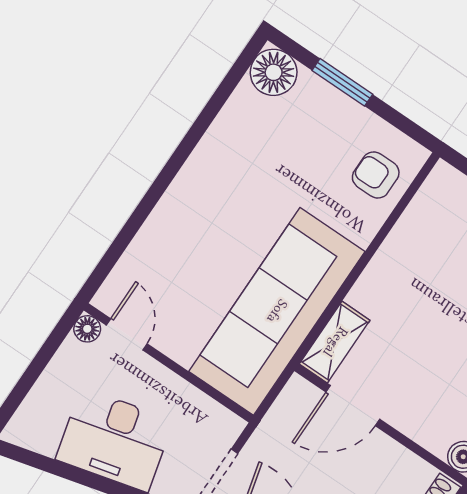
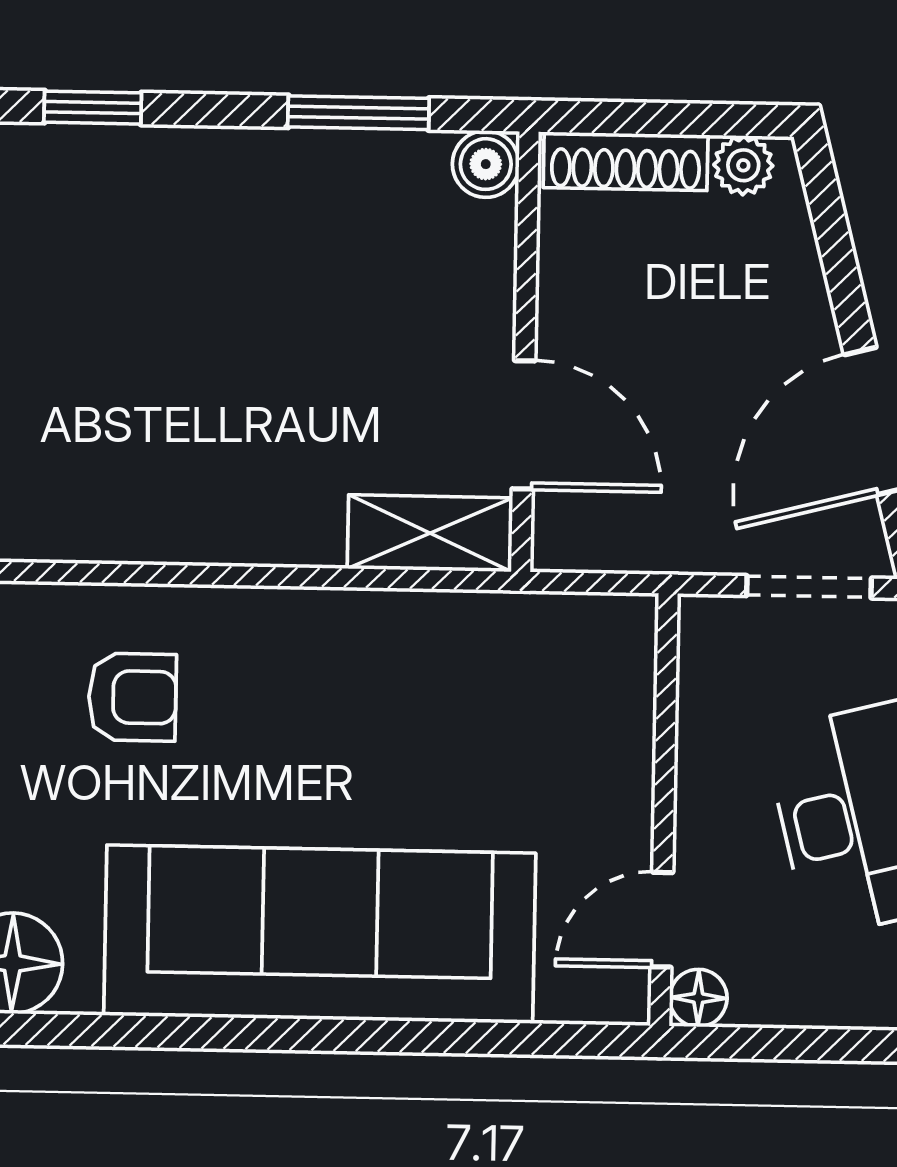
armchair: (376, 175) -> (132, 697), moved, turned -90
sofa: (277, 311) -> (320, 934), moved, turned 180

